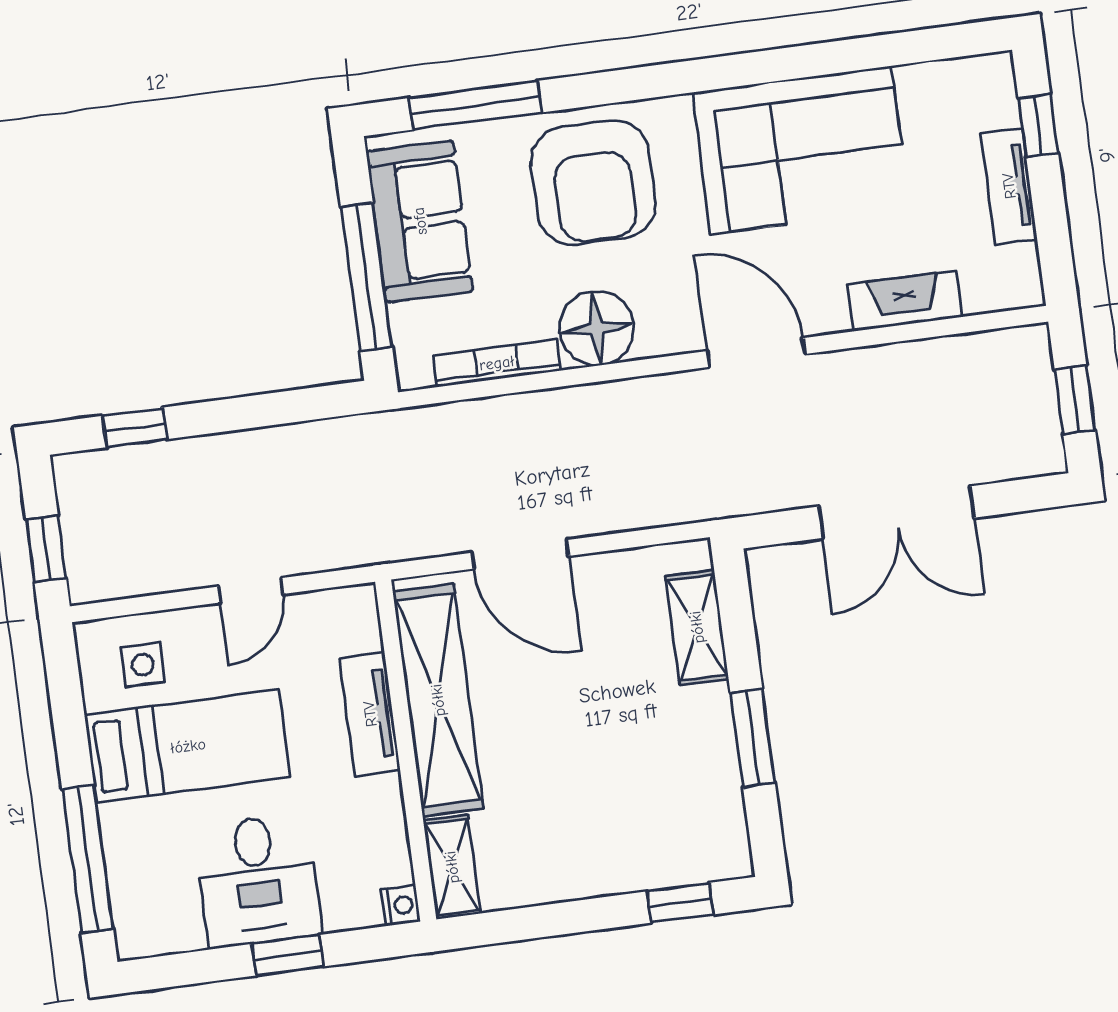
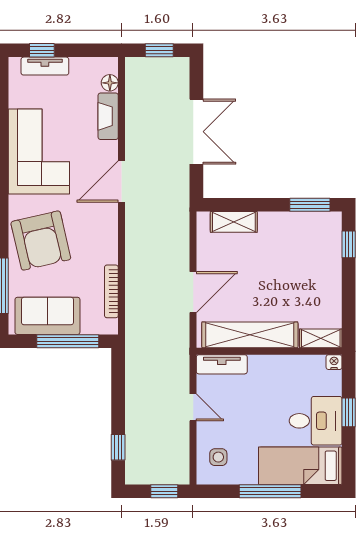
armchair: (593, 182) -> (41, 241), turned 77
tv unit: (1009, 186) -> (45, 66), moved
floor lamp: (597, 328) -> (110, 83), moved, width x0.53, depth x0.53
tv unit: (370, 714) -> (222, 364), moved
window: (753, 738) -> (310, 205), moved
bed: (188, 746) -> (300, 466), moved, turned -90
window: (88, 859) -> (270, 491), moved

